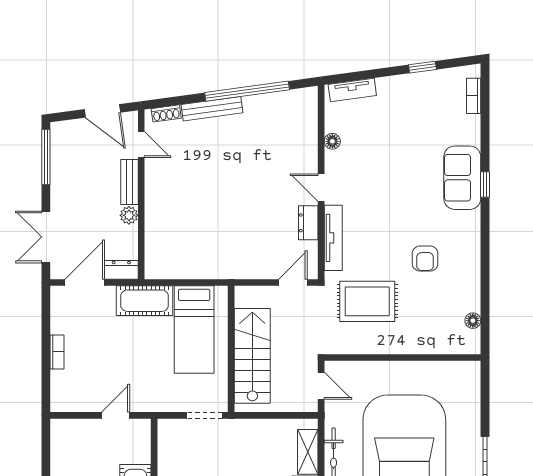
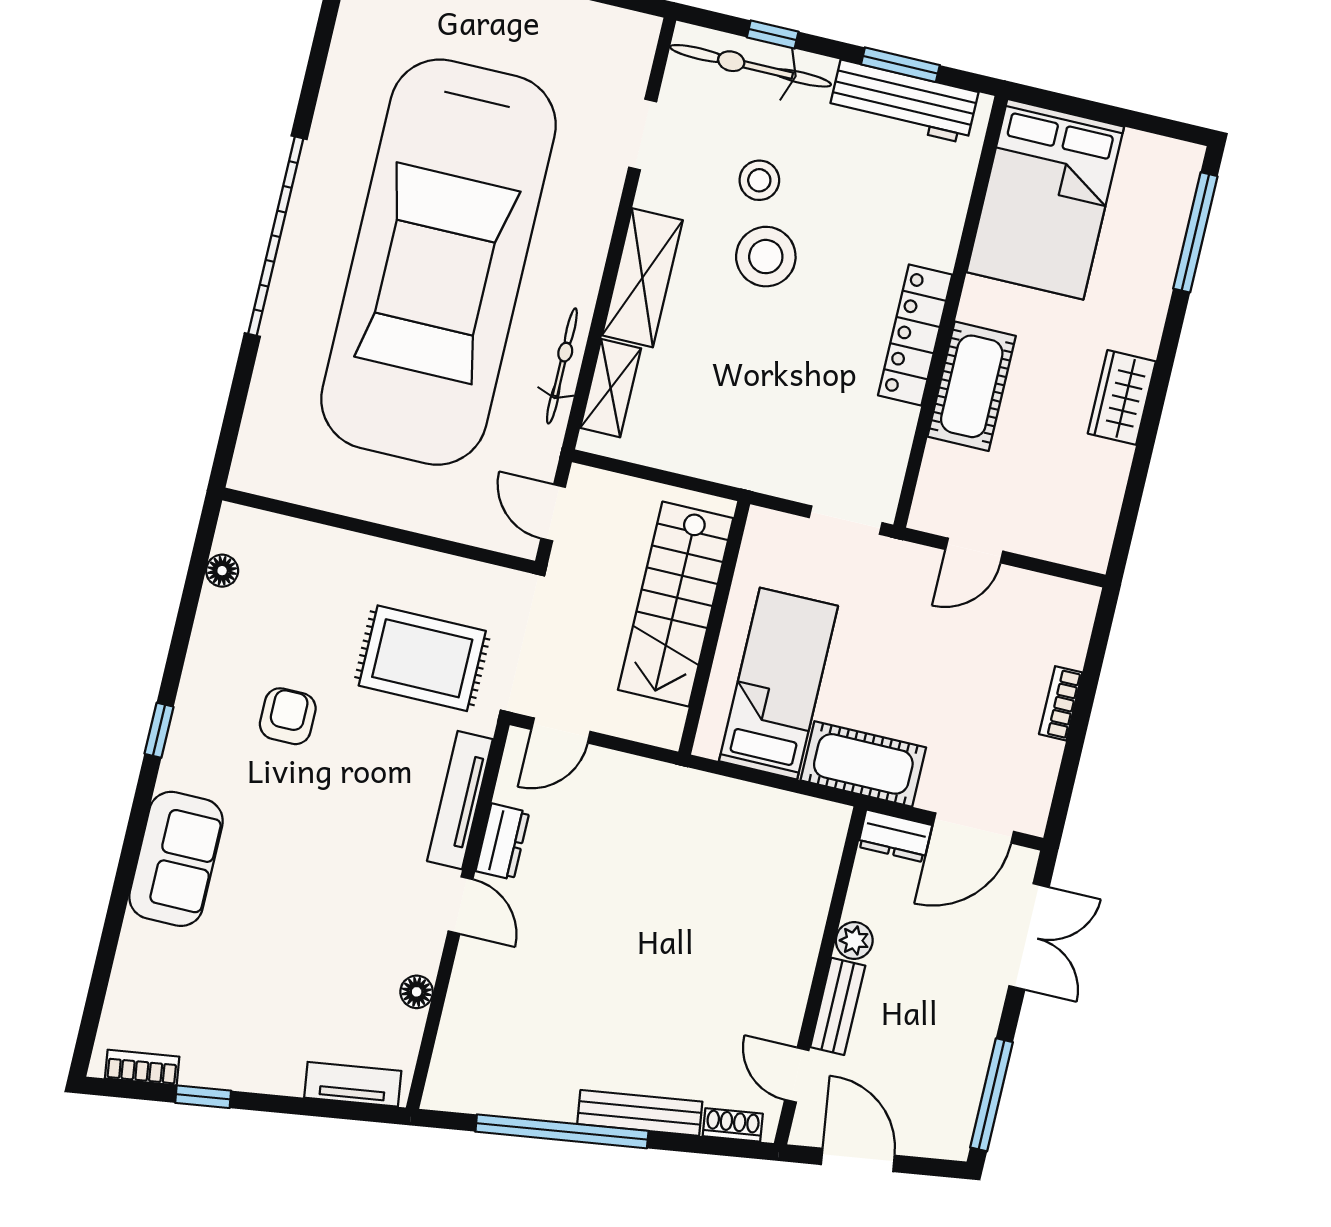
bookcase: (474, 96) -> (142, 1068), moved, turned -98
window: (485, 185) -> (159, 730), moved
doorway: (204, 415) -> (846, 520), moved

